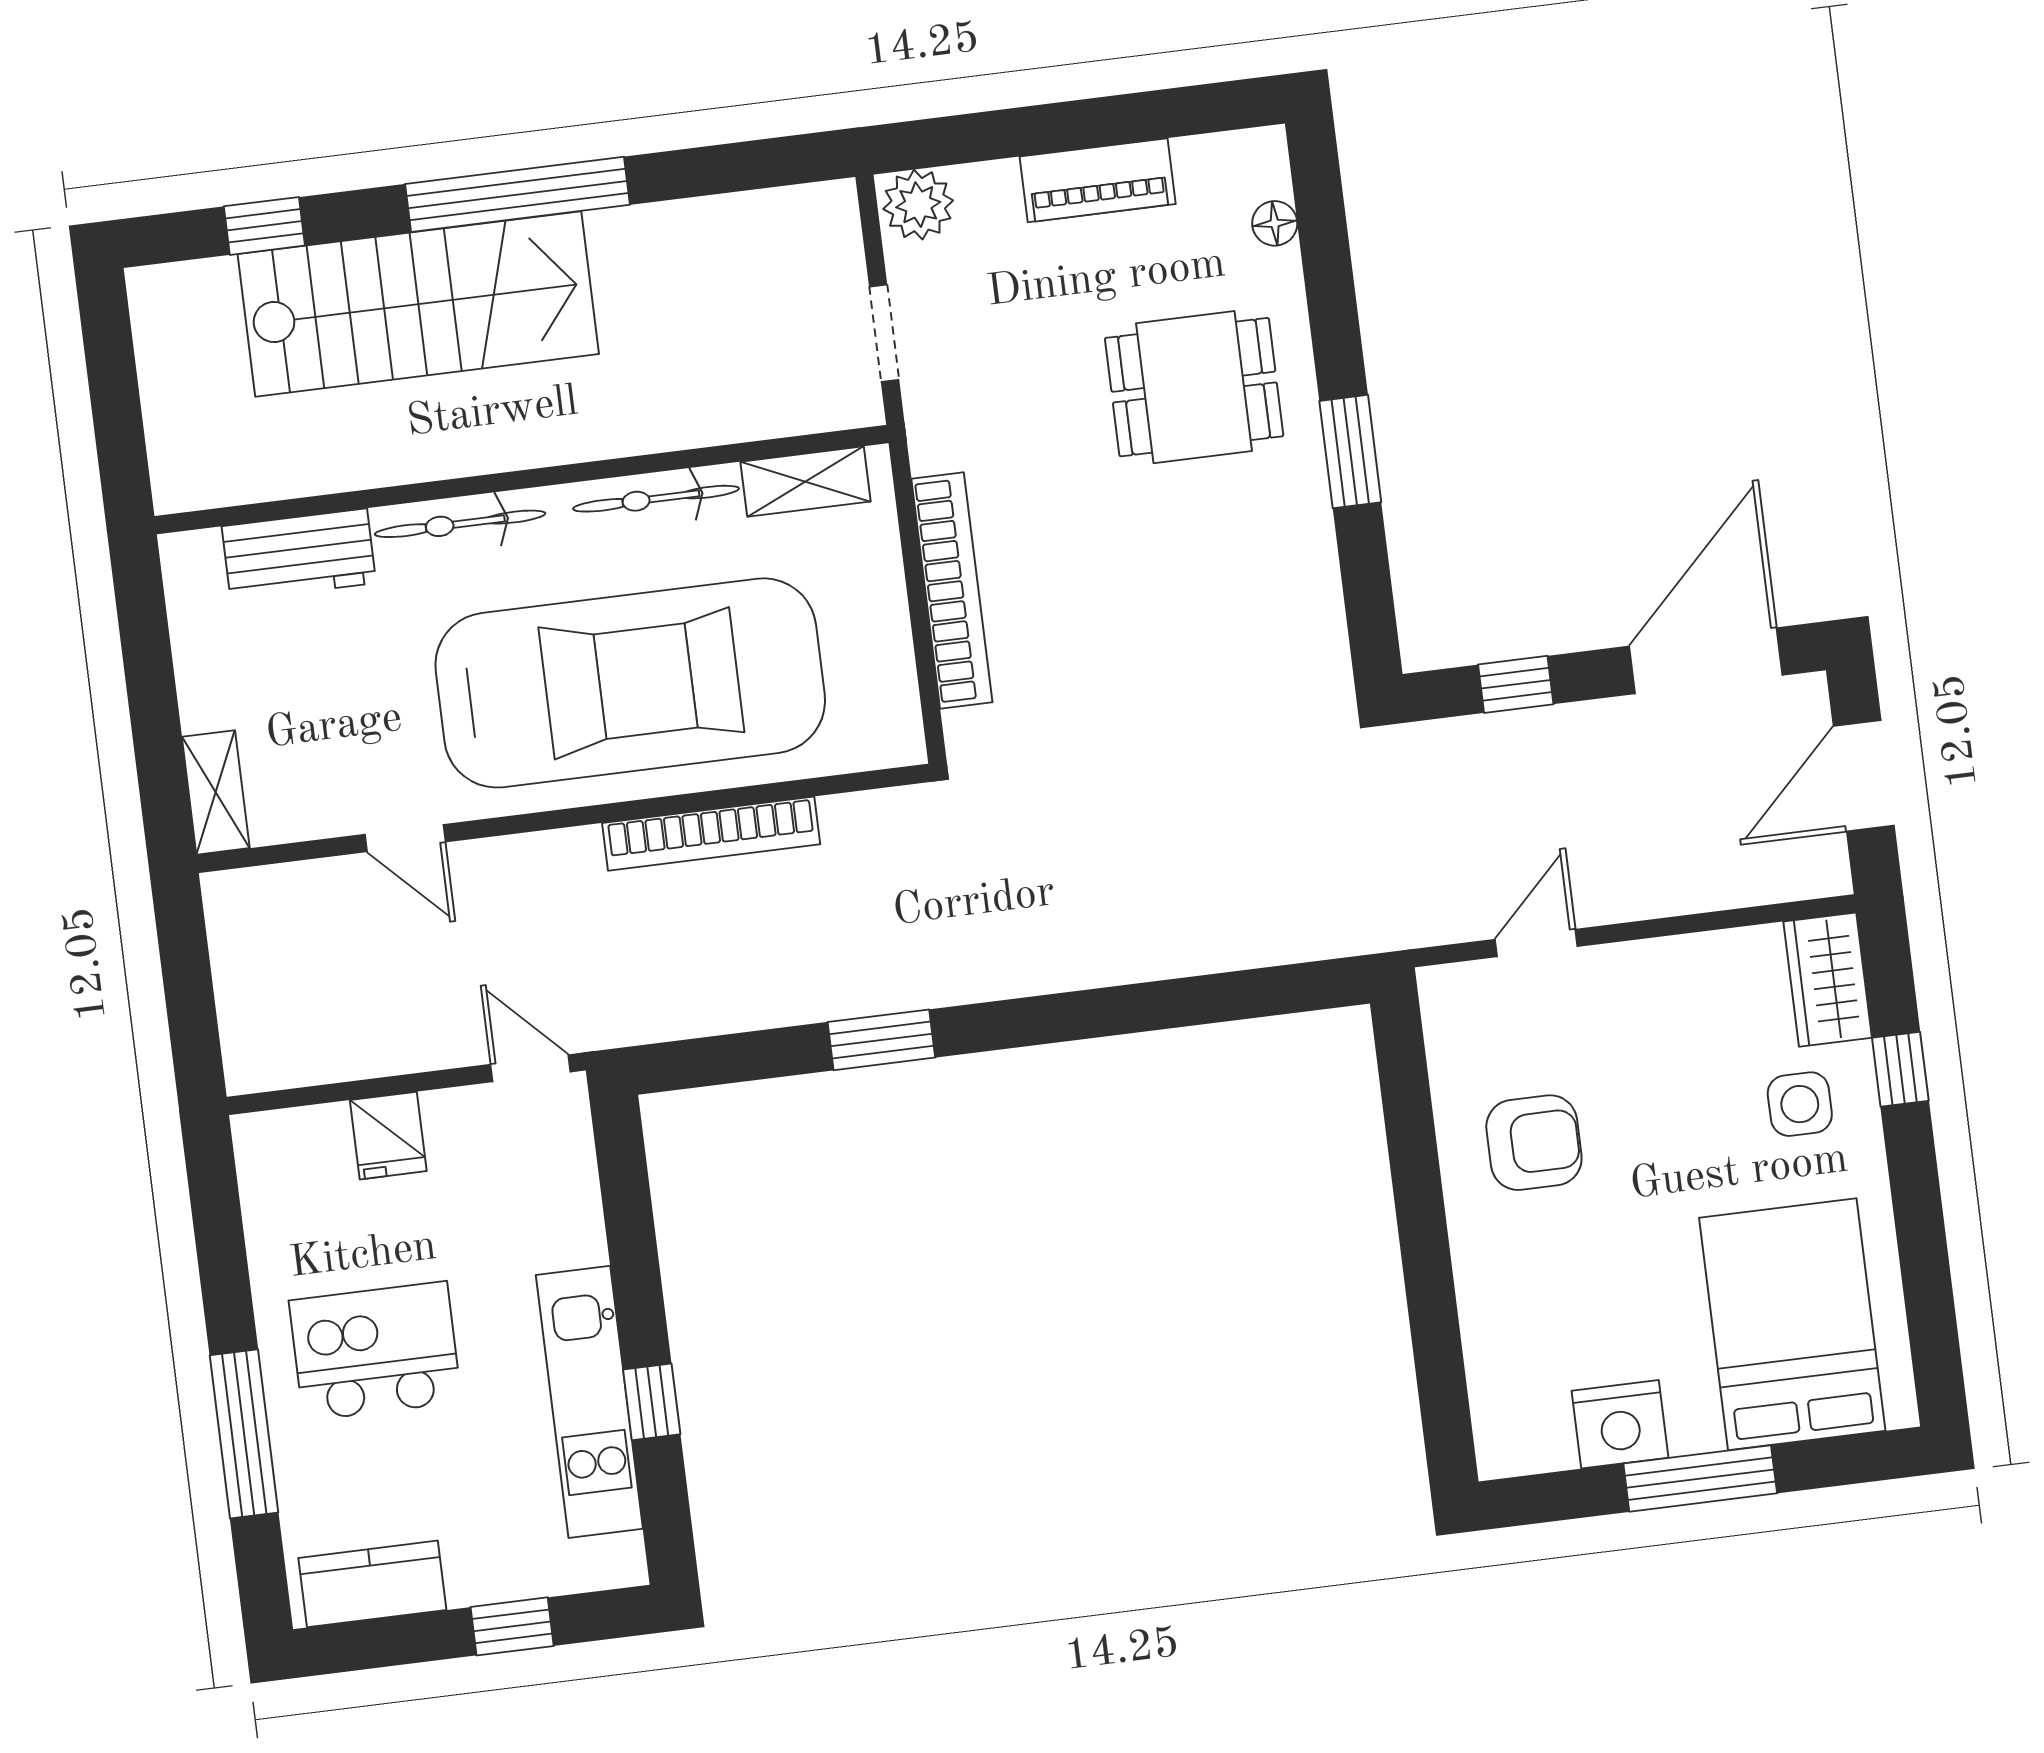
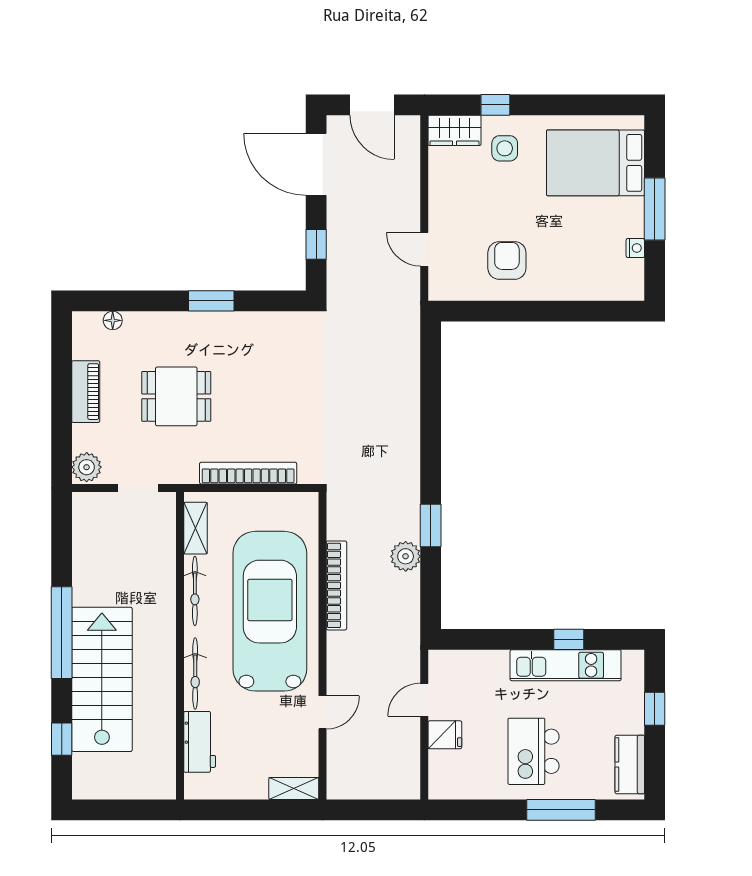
dining table: (1194, 387) -> (176, 396), moved, turned 90
plant: (801, 989) -> (406, 556), added
door: (530, 1068) -> (424, 700), moved
nightstand: (1620, 1424) -> (635, 248), width x0.53, depth x0.56

